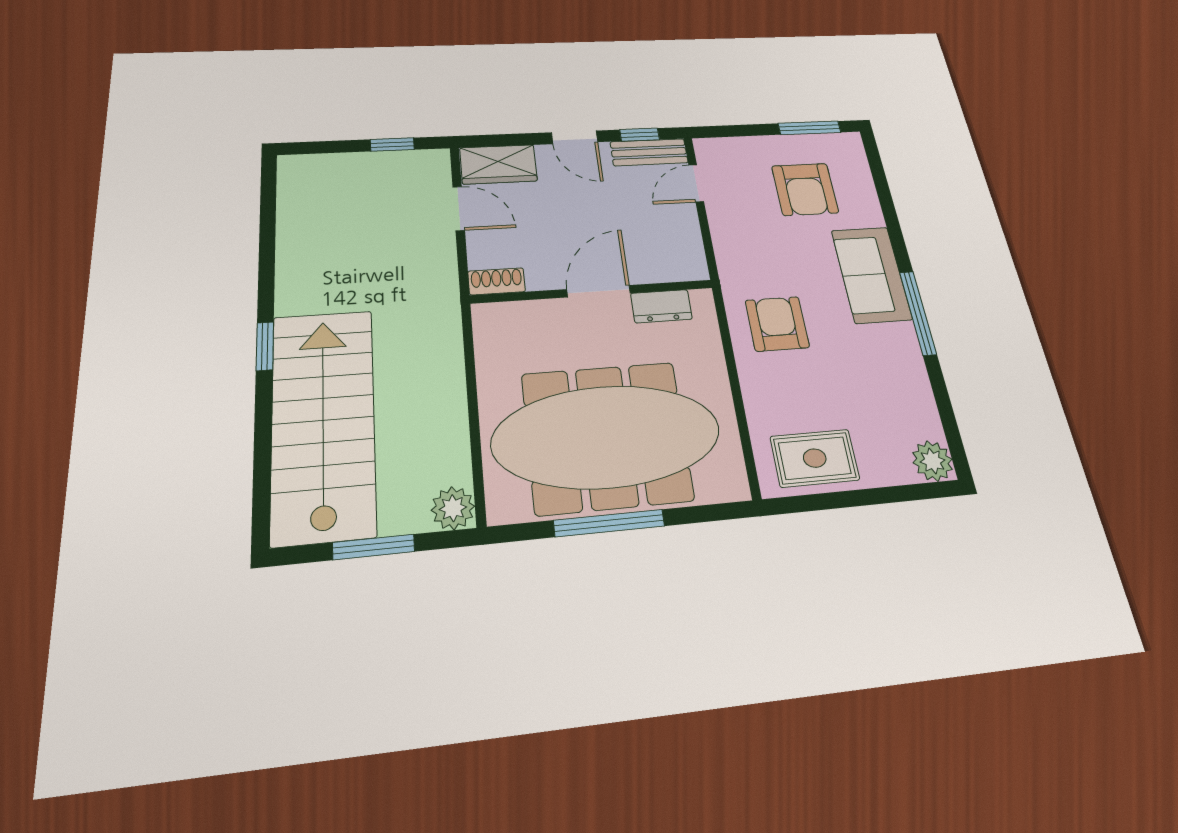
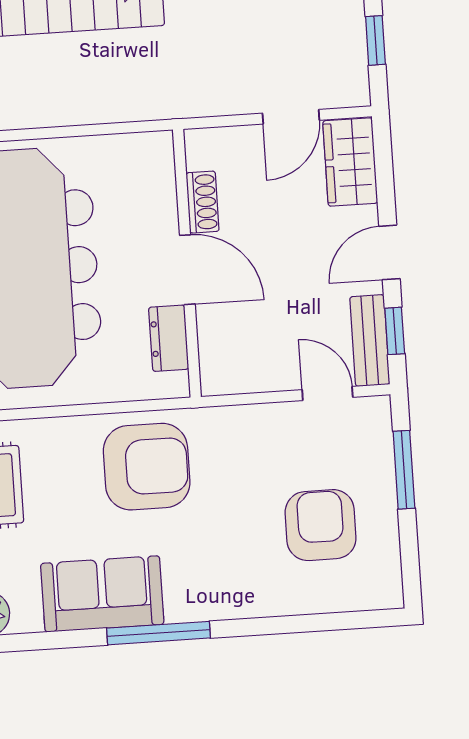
window: (809, 128) -> (404, 470), moved
armchair: (805, 189) -> (321, 525), turned 90
sofa: (871, 274) -> (102, 594), moved
shoe rack: (497, 281) -> (203, 202), moved
armchair: (777, 324) -> (147, 467), width x1.36, depth x1.36

